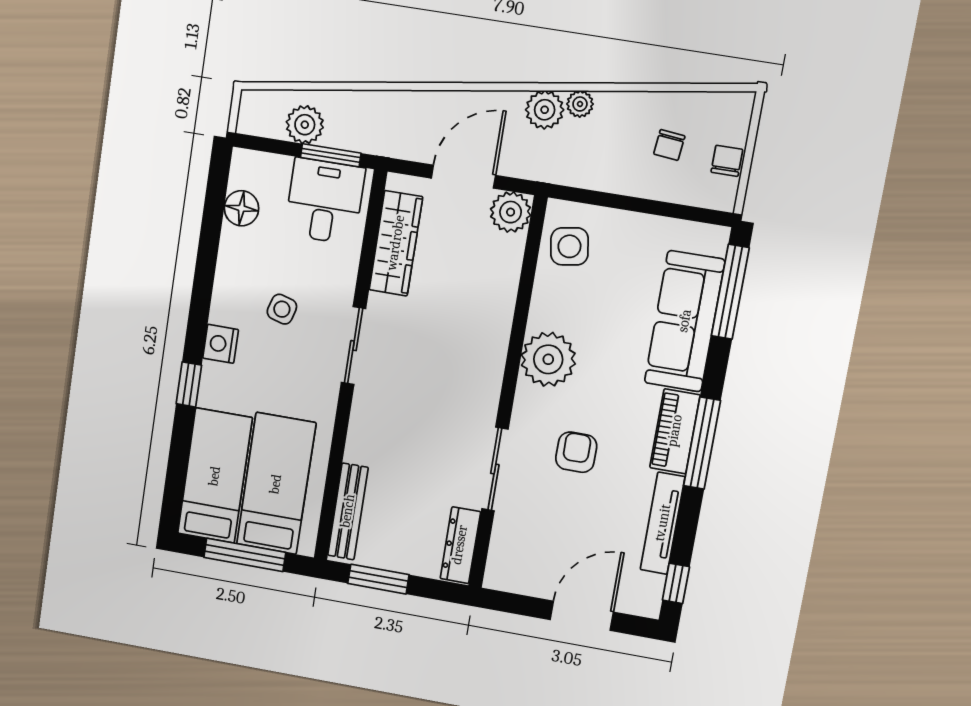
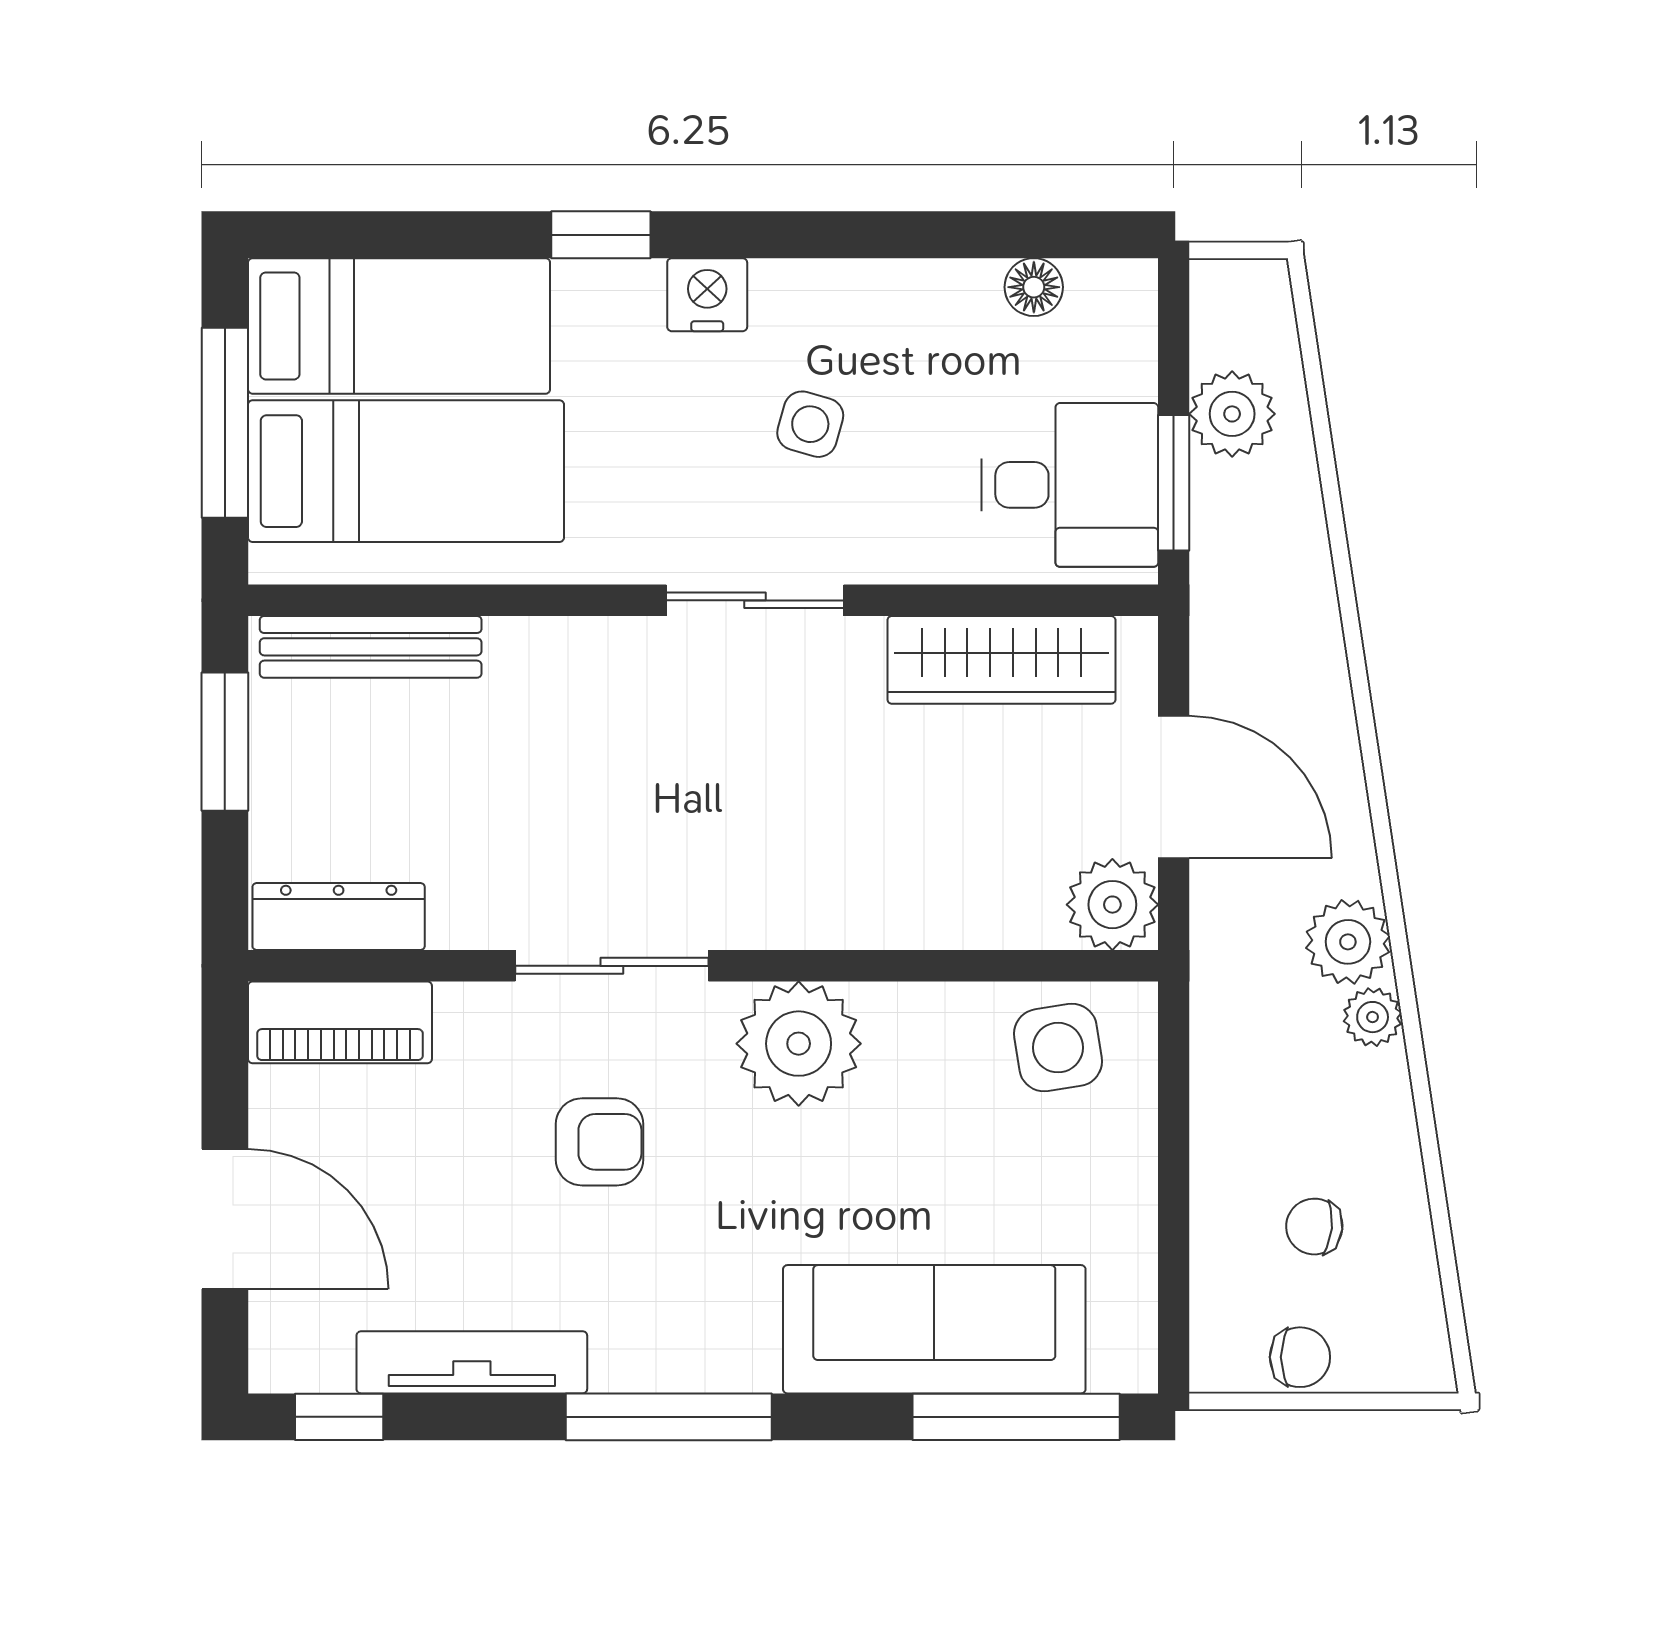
floor lamp: (241, 208) -> (1034, 287), width x0.73, depth x0.73
piano: (675, 431) -> (340, 1022), moved, turned 180
sliding door: (495, 469) -> (612, 966), moved

